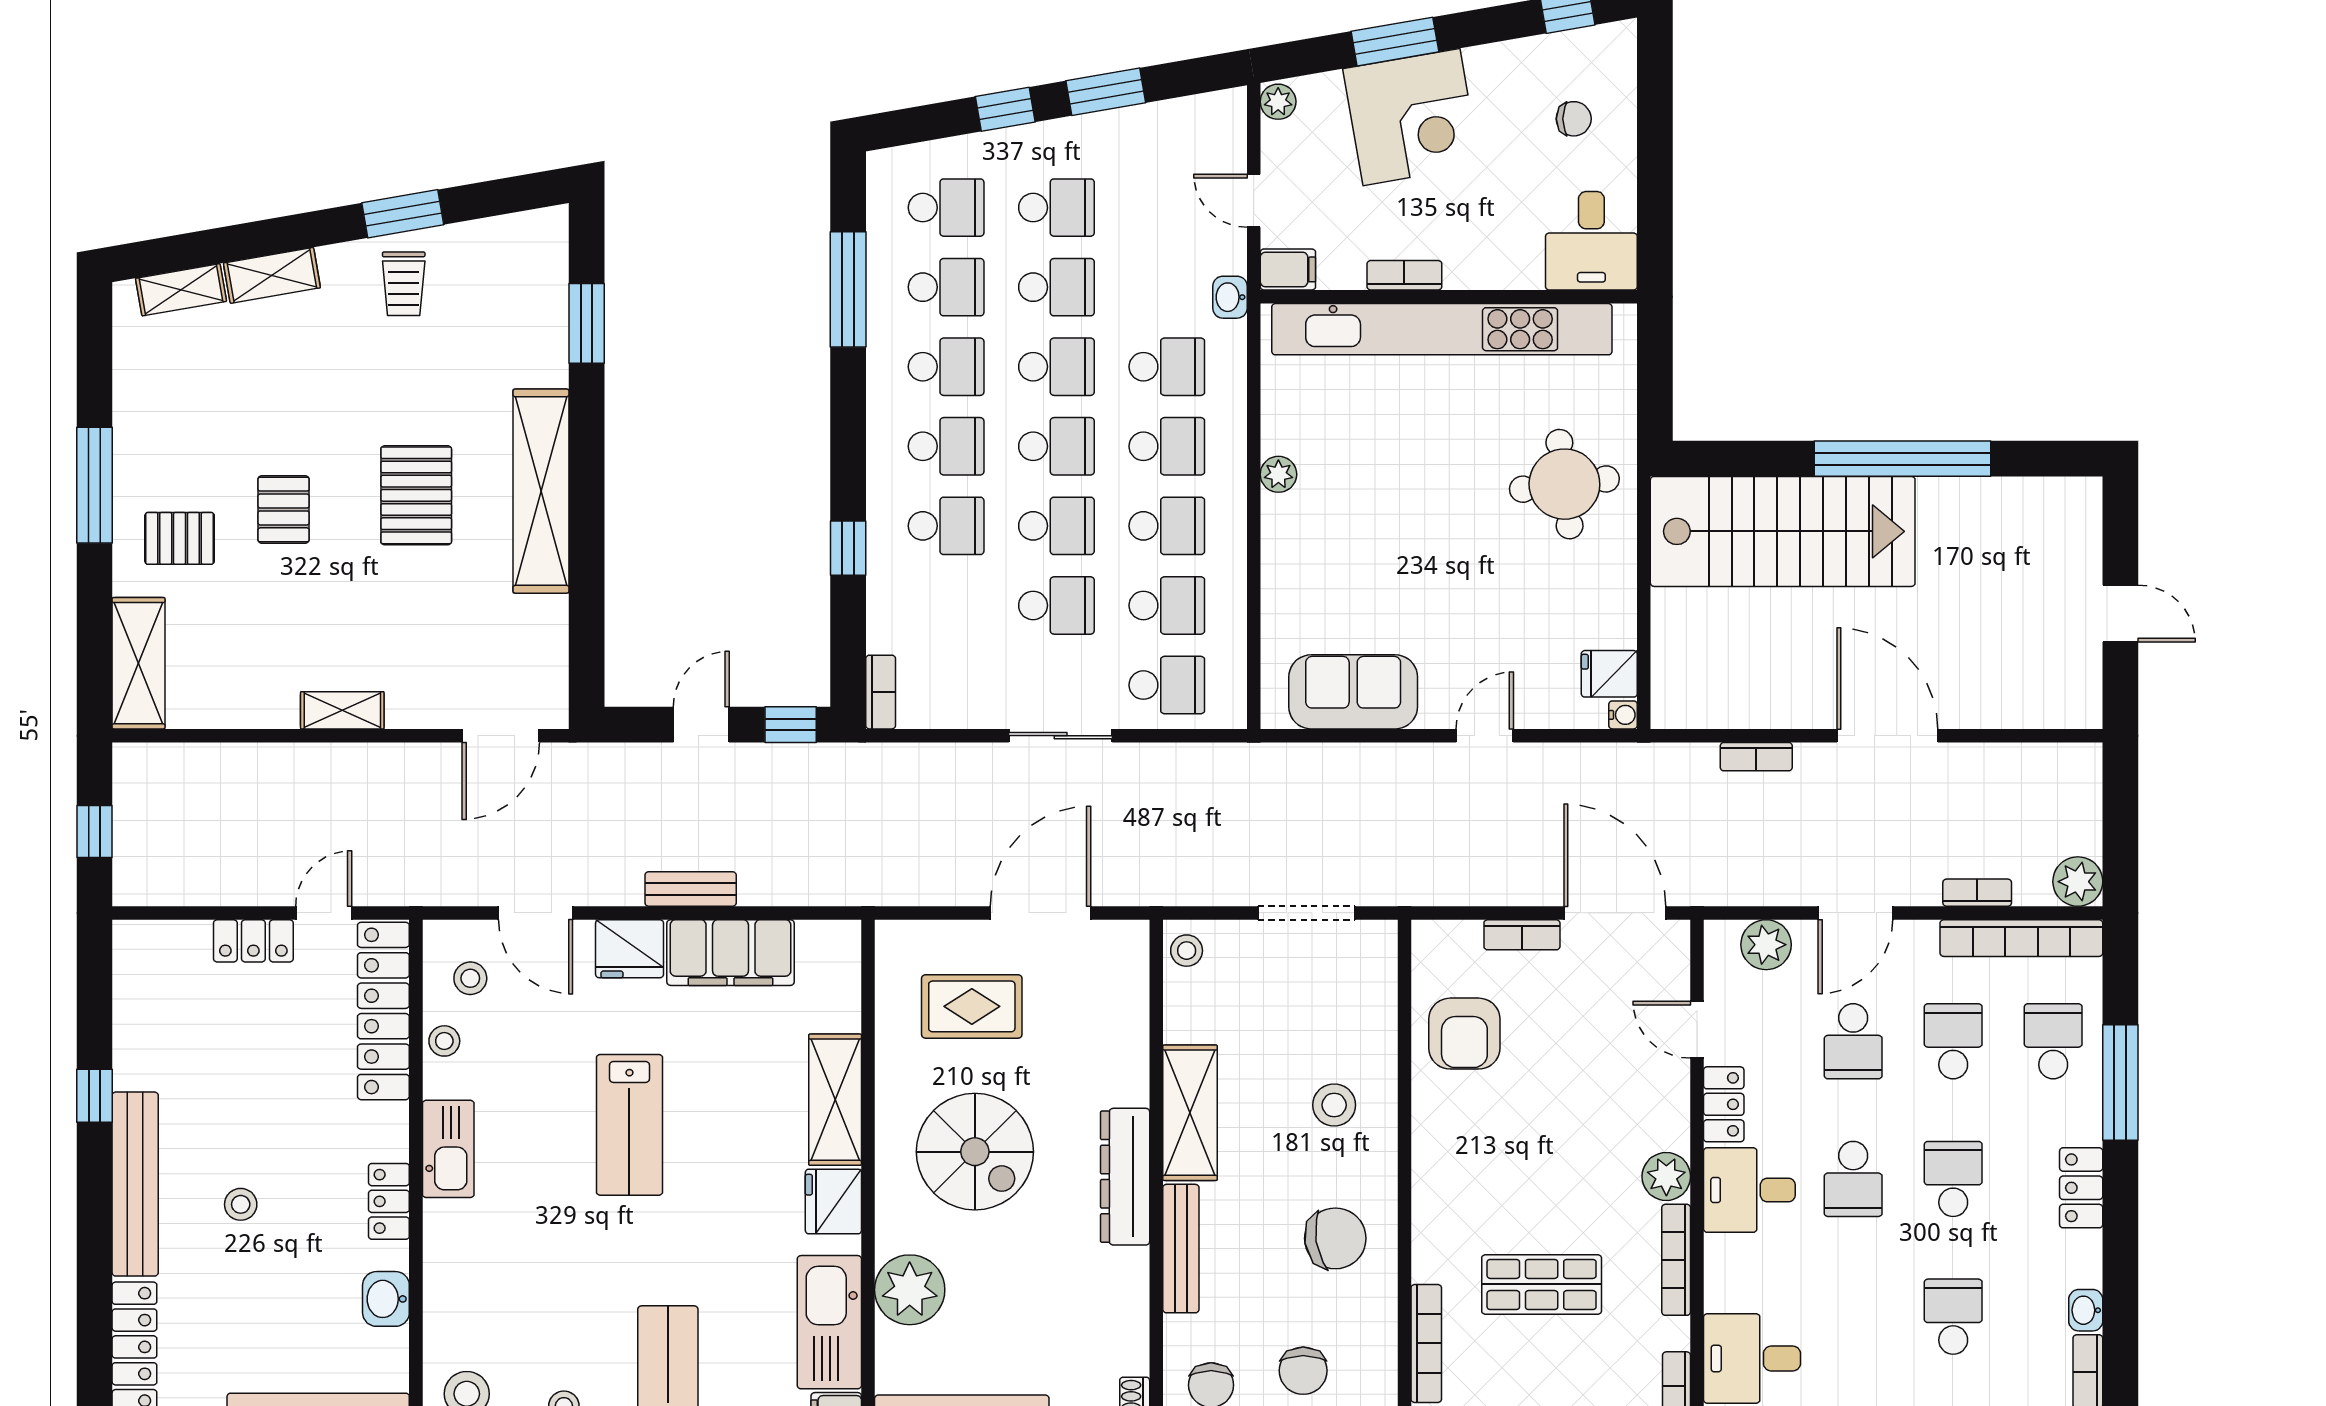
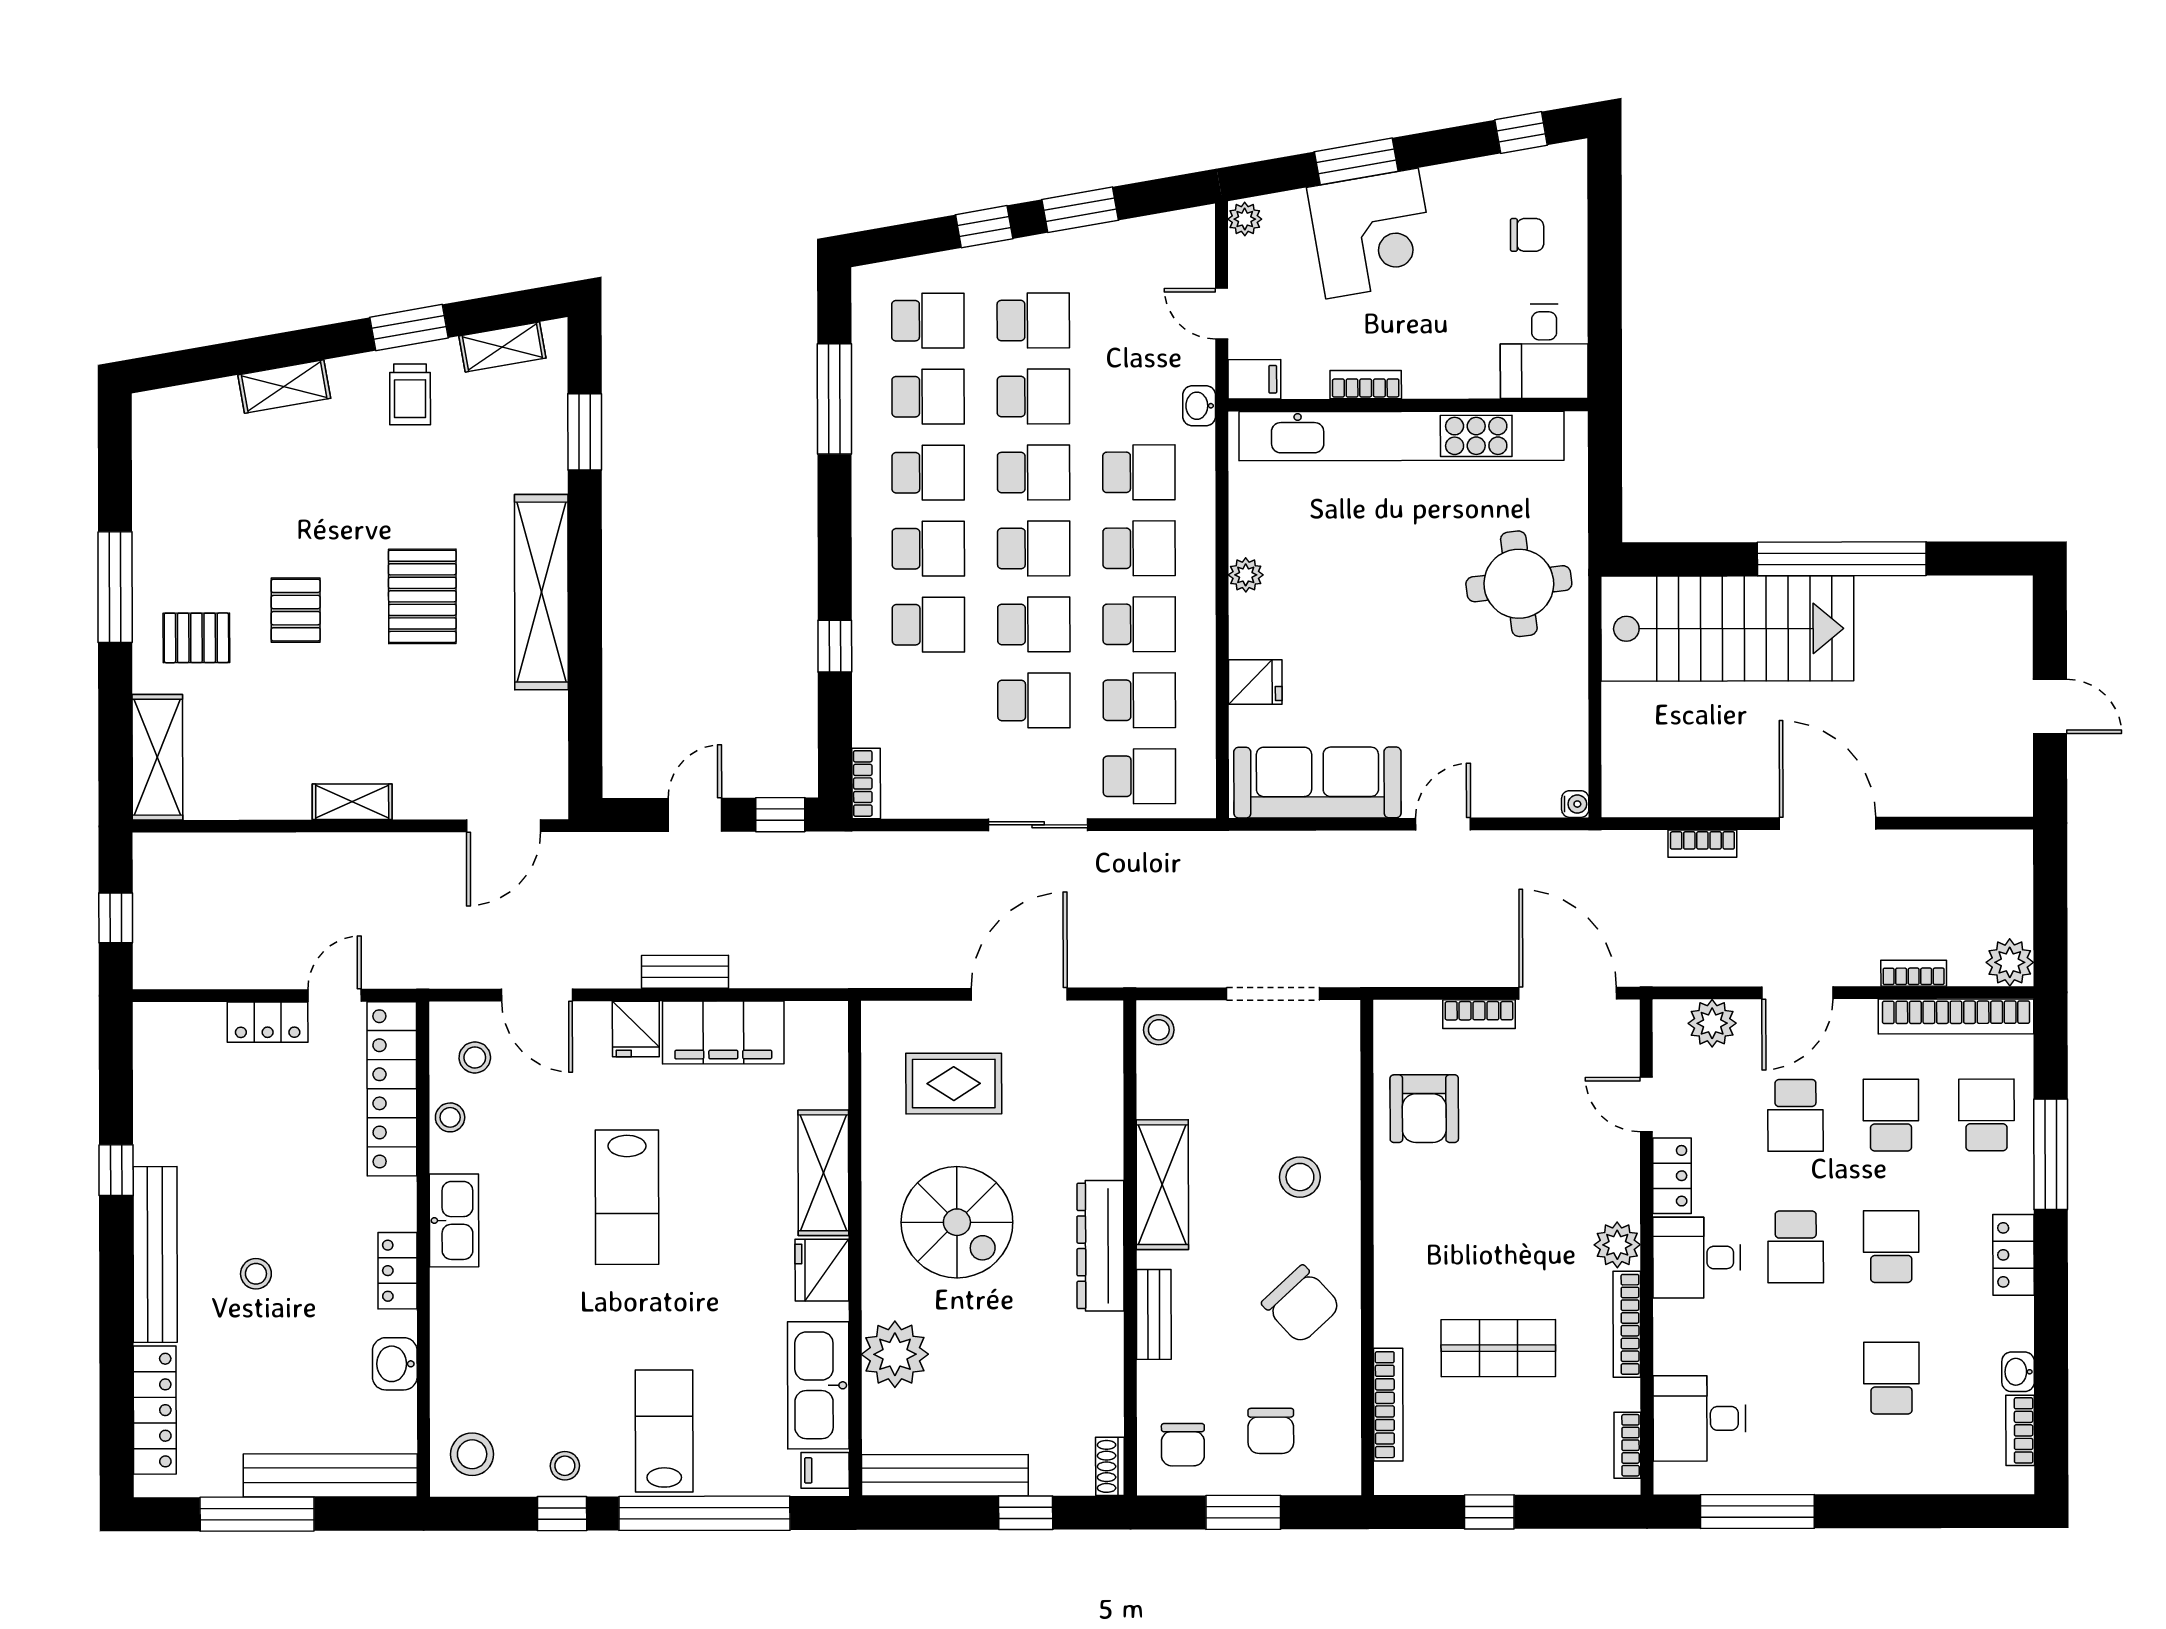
shelving: (181, 290) -> (502, 347), moved
fridge: (1609, 674) -> (1255, 682), moved, turned 180
sofa: (1353, 692) -> (1317, 782), width x1.36
fridge: (630, 949) -> (636, 1029), width x0.72
chair: (1335, 1238) -> (1301, 1304), turned 56
bench: (1181, 1249) -> (1154, 1314), width x0.73

